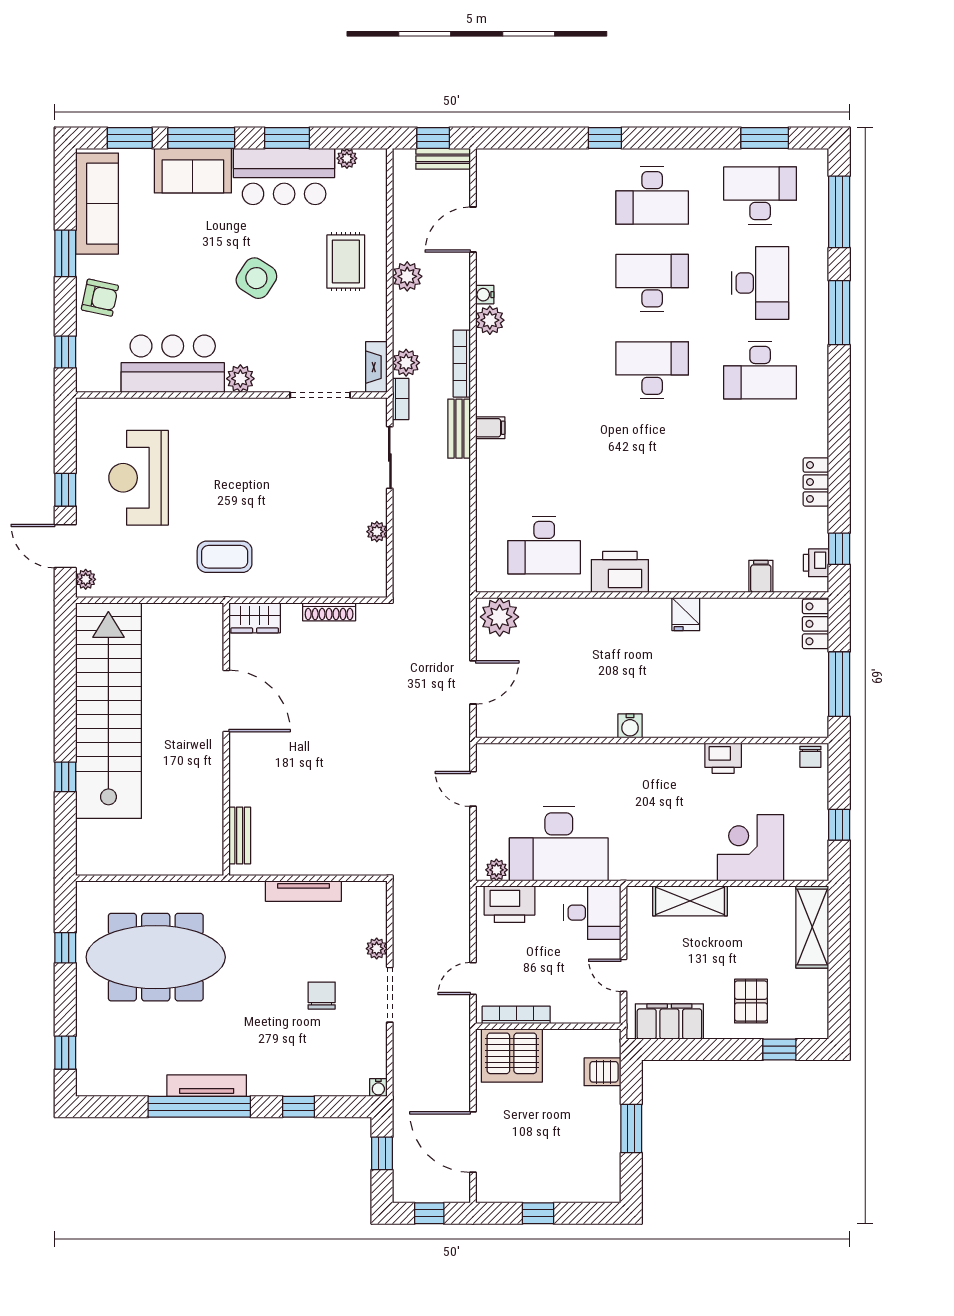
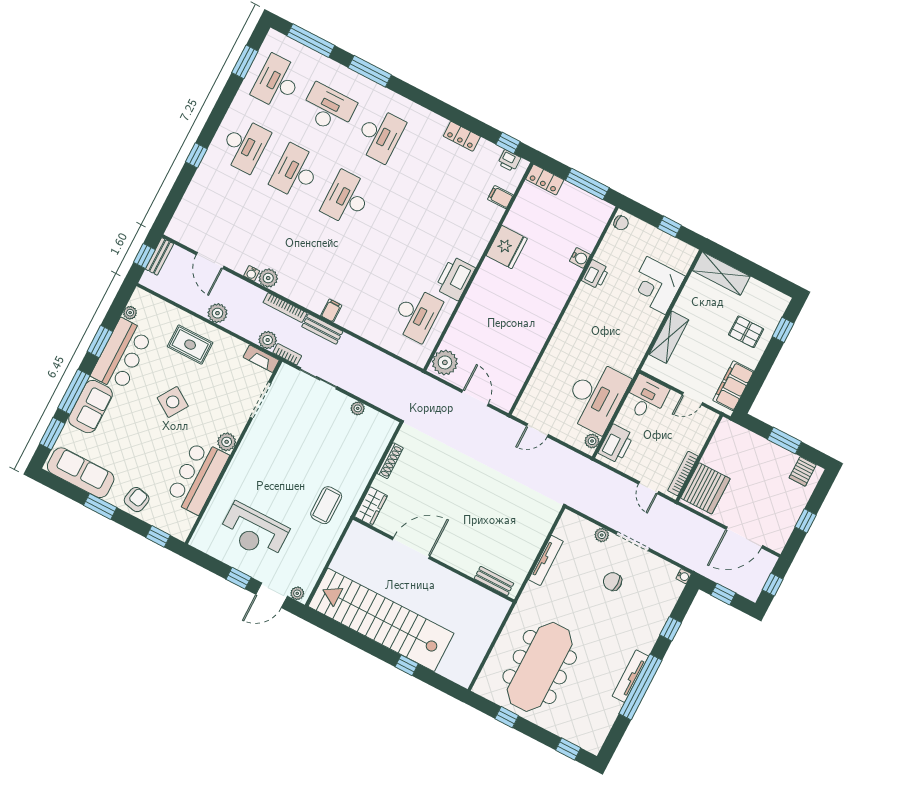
fridge: (686, 614) -> (507, 247), width x1.88, depth x1.34
water cooler: (630, 726) -> (580, 258), moved
server rack: (603, 1072) -> (803, 471), moved

